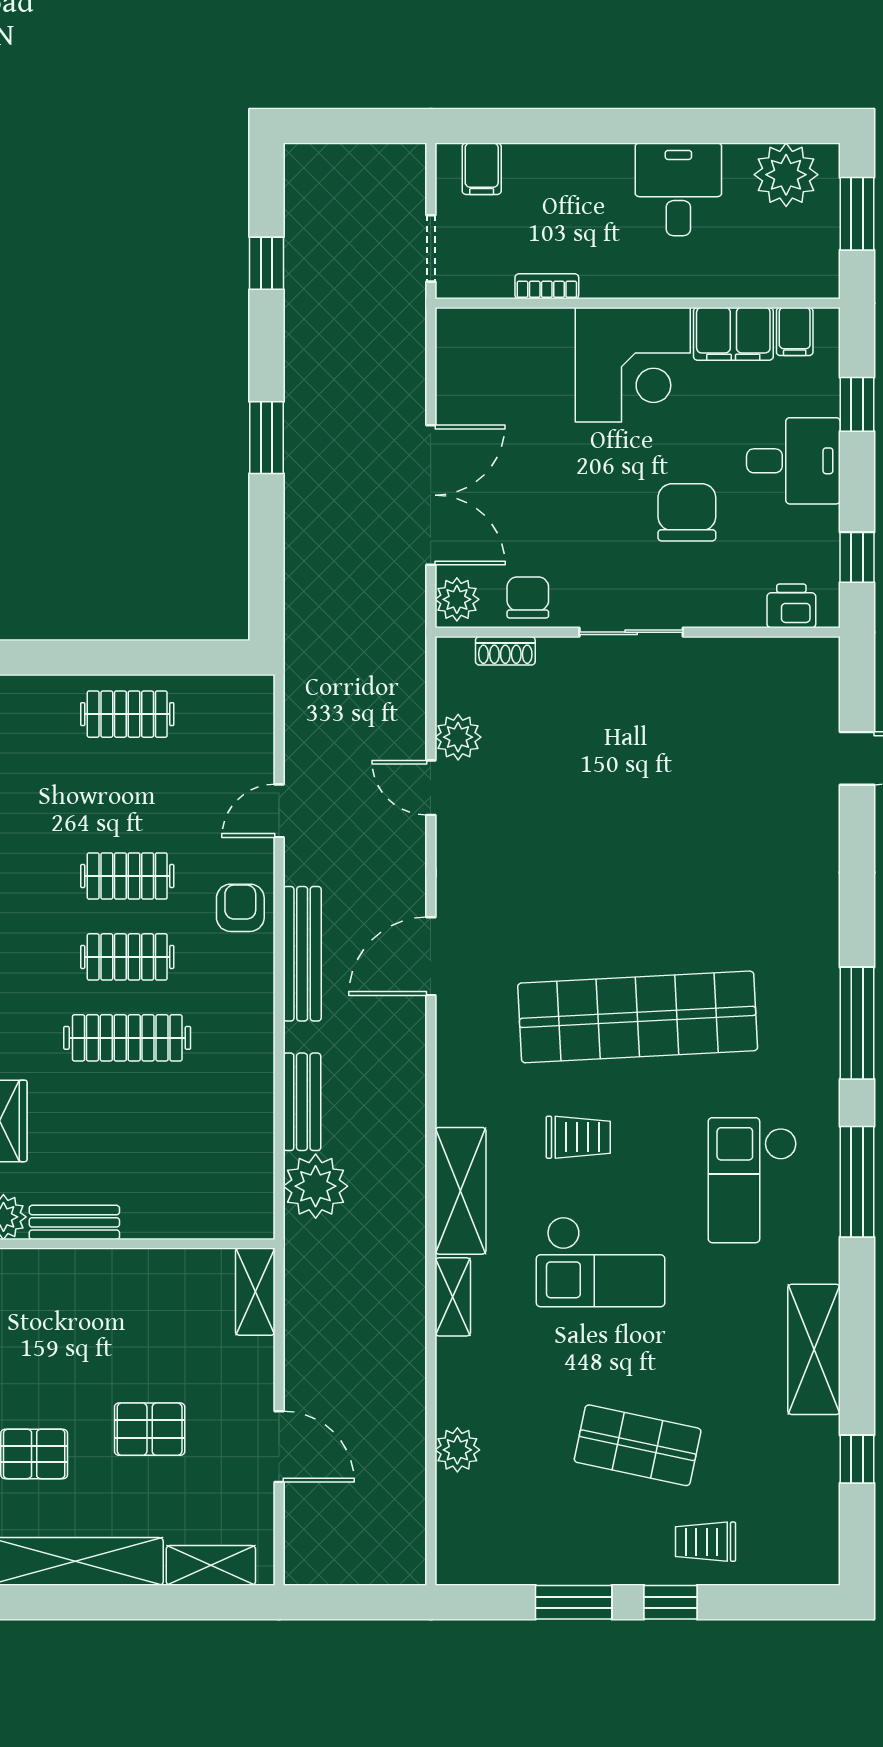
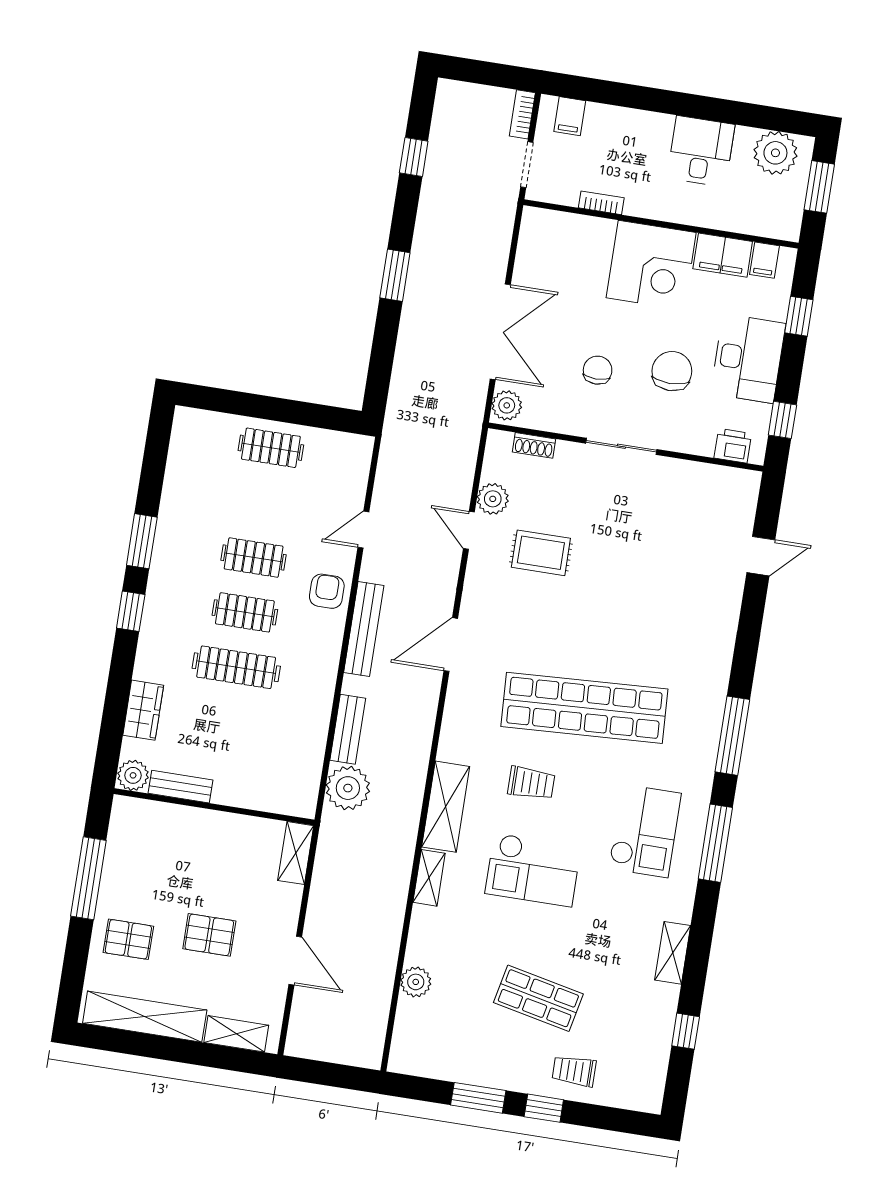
bookcase: (413, 177) -> (522, 114), added
desk: (793, 461) -> (748, 359), width x1.37
chair: (528, 597) -> (598, 370), moved
rug: (540, 804) -> (541, 553), added
checkout: (752, 1180) -> (645, 831), turned 180
shelving: (814, 1349) -> (673, 953), width x0.67, depth x0.75

